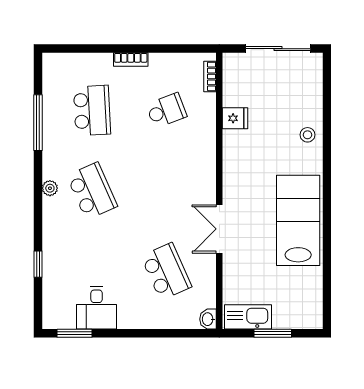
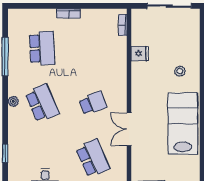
school desk: (166, 110) -> (93, 103), moved
stool: (307, 135) -> (180, 71), moved

